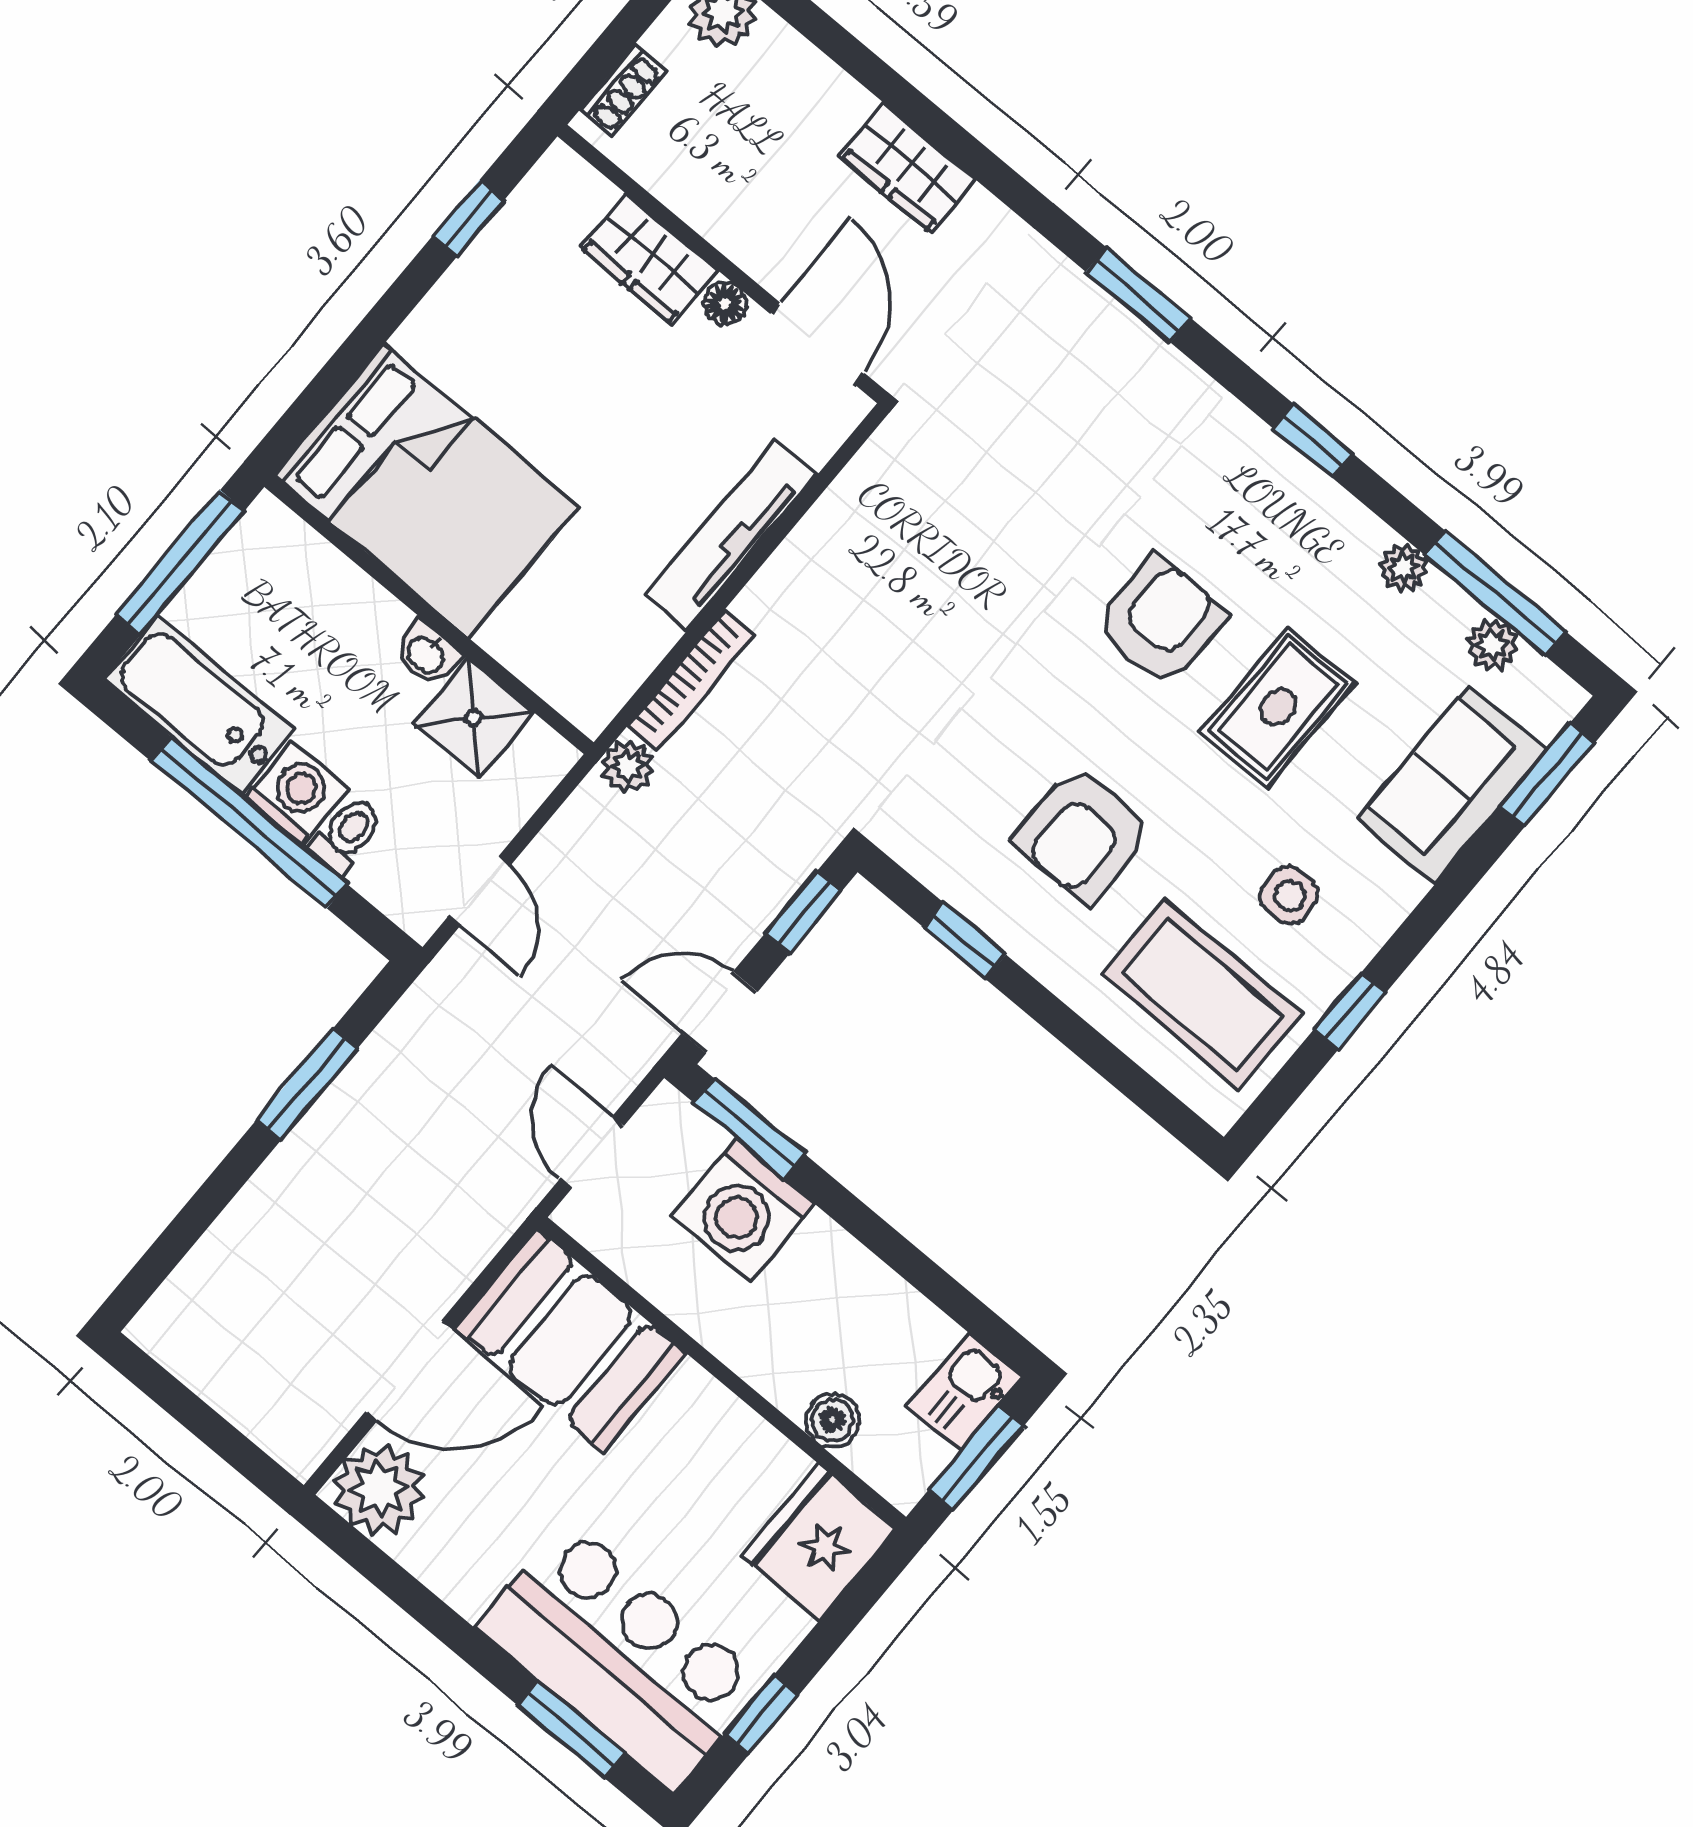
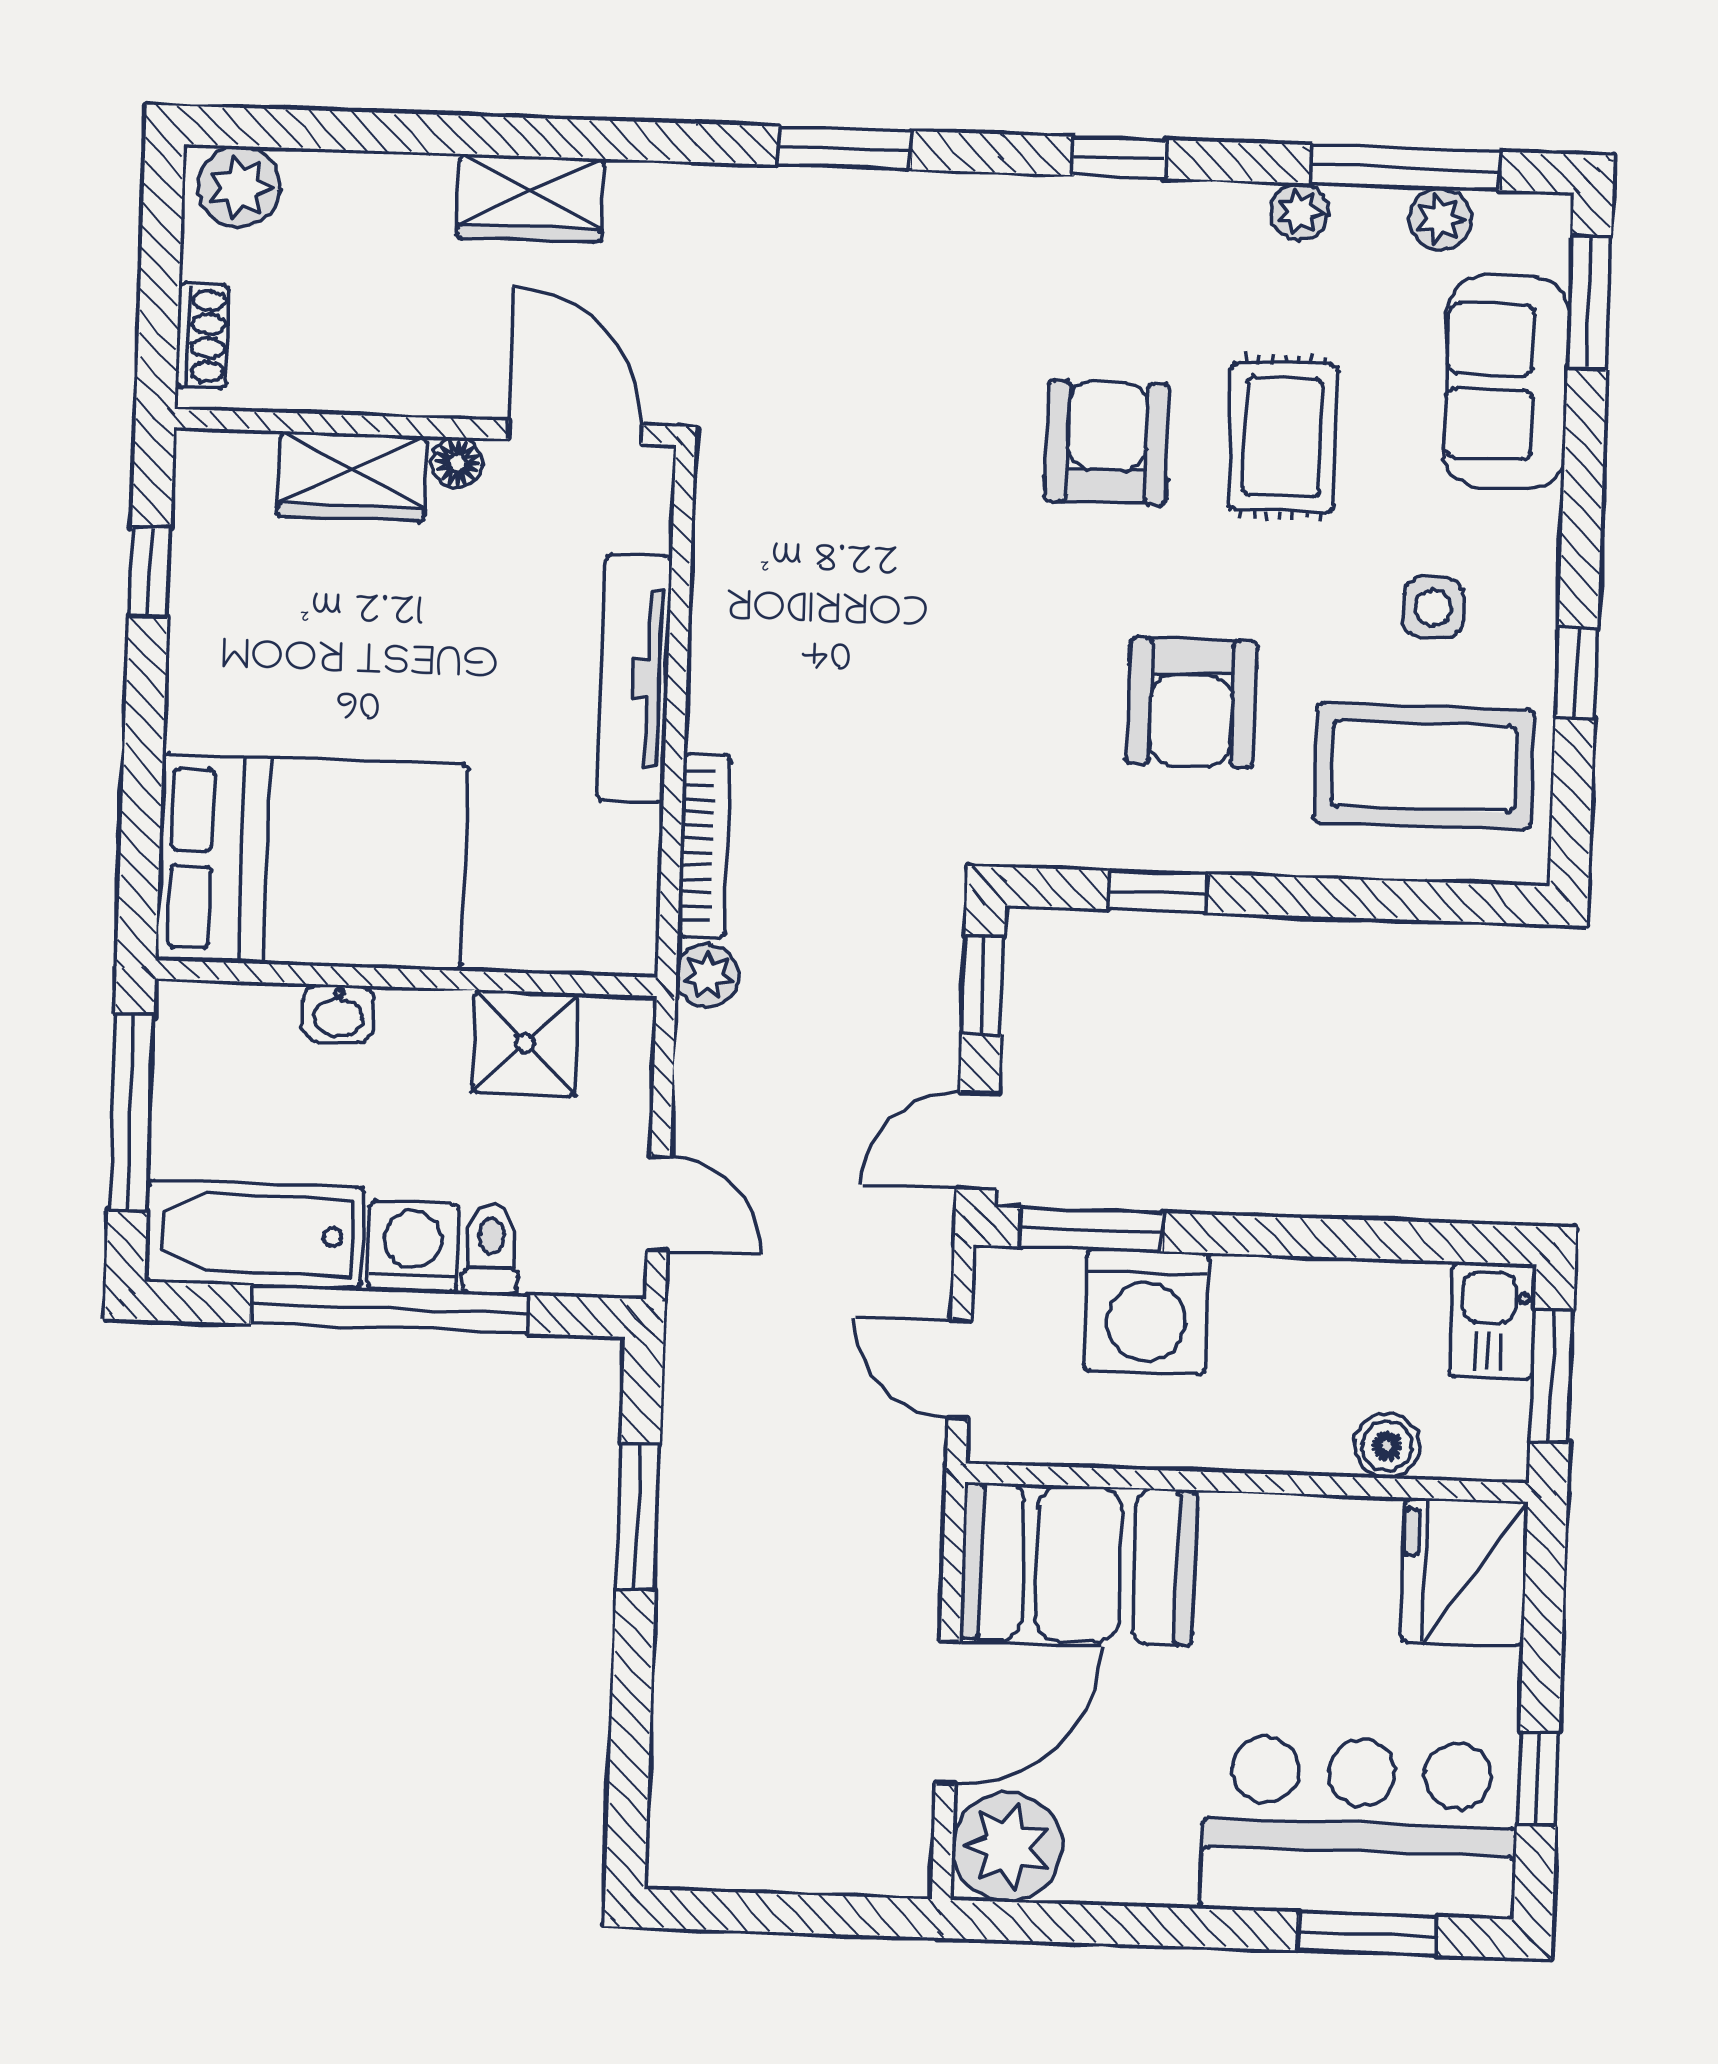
washbasin: (426, 654) -> (338, 1014), moved

